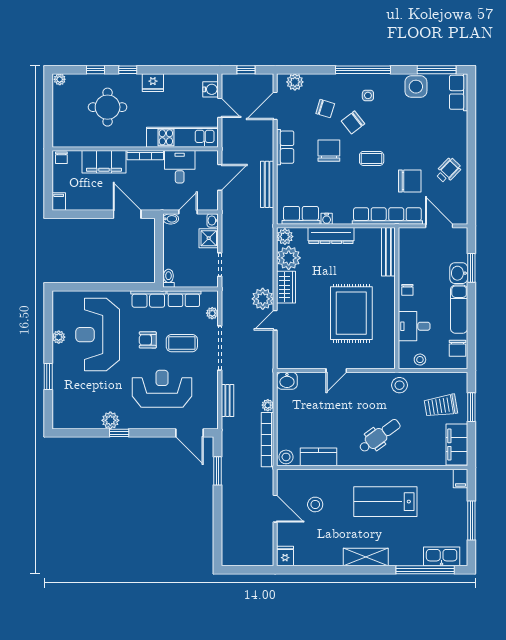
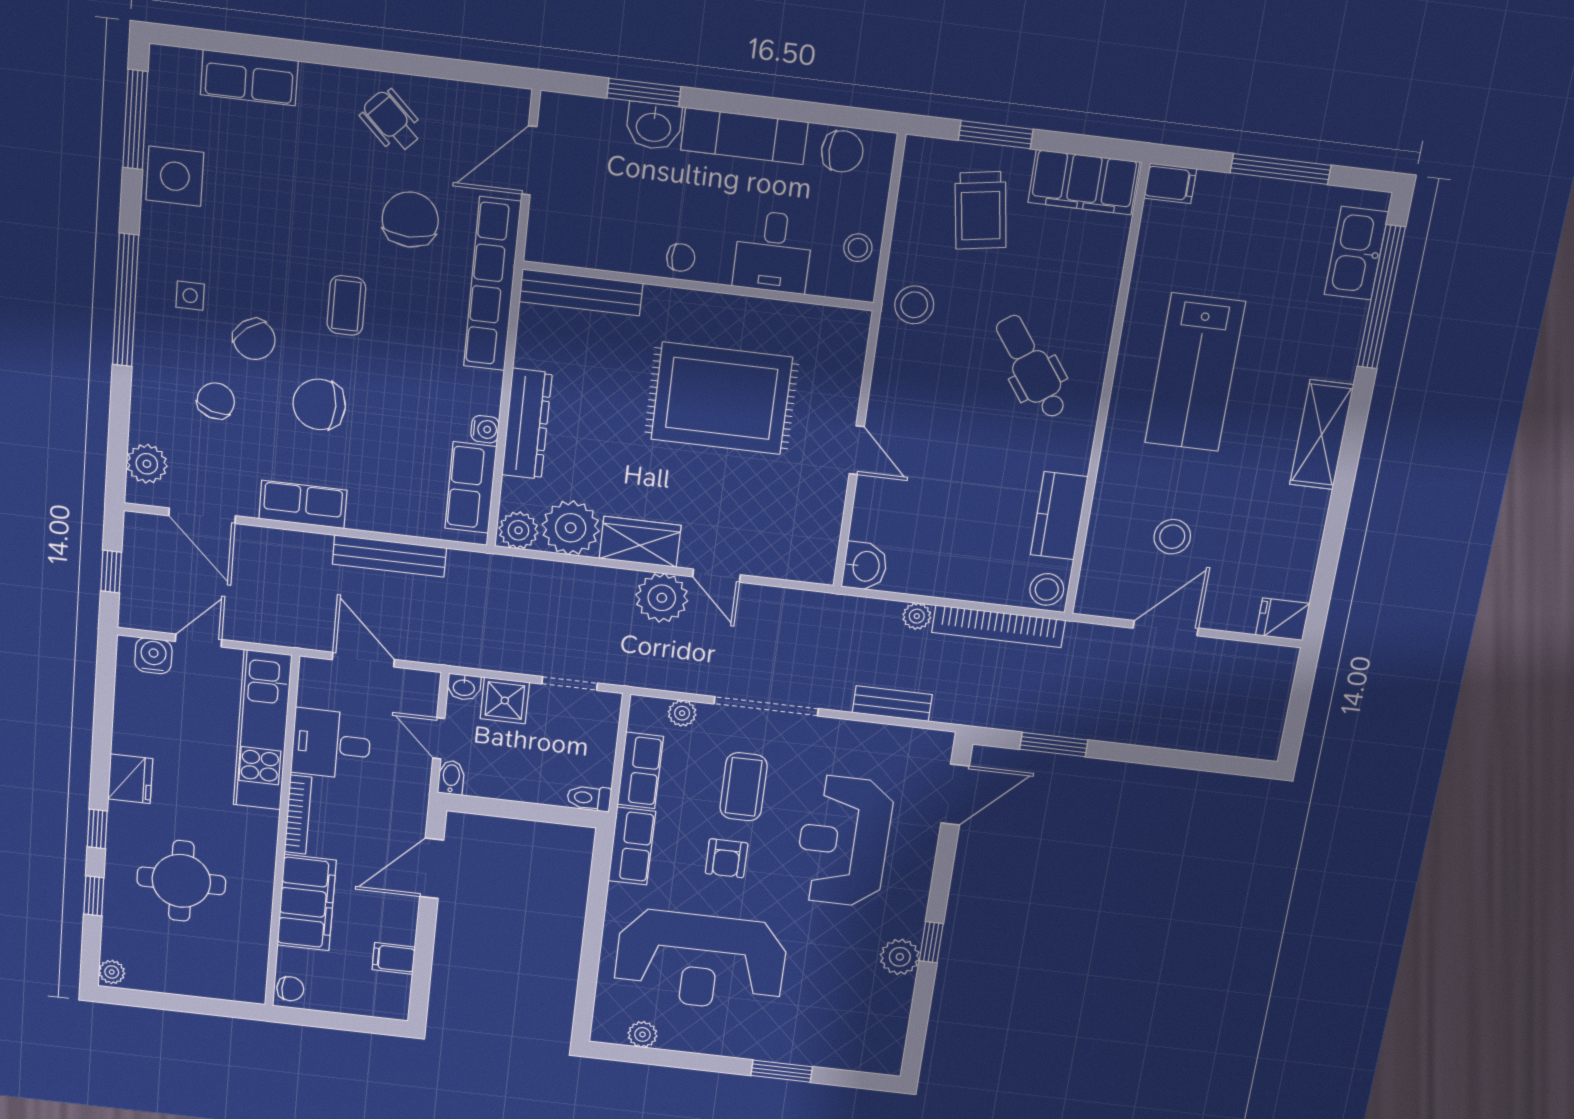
row of seats: (459, 92) -> (249, 78), moved
filing cabinet: (59, 202) -> (394, 958), moved
plant: (59, 337) -> (642, 1034), moved

